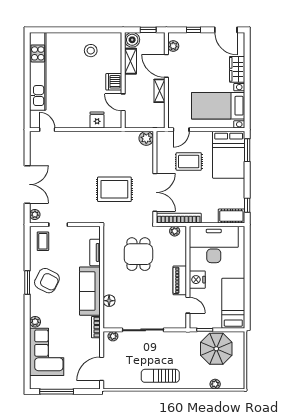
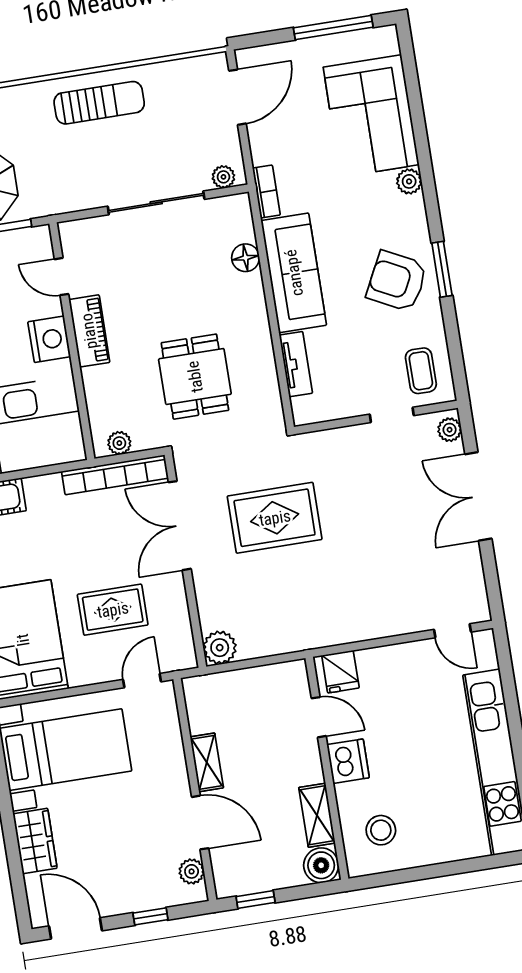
boiler: (132, 40) -> (321, 865), moved
shelving: (131, 61) -> (317, 815), moved
wall: (123, 80) -> (327, 768), moved
dishwasher: (114, 82) -> (348, 761), moved
door: (123, 102) -> (319, 717), moved

